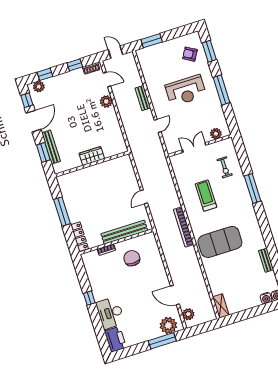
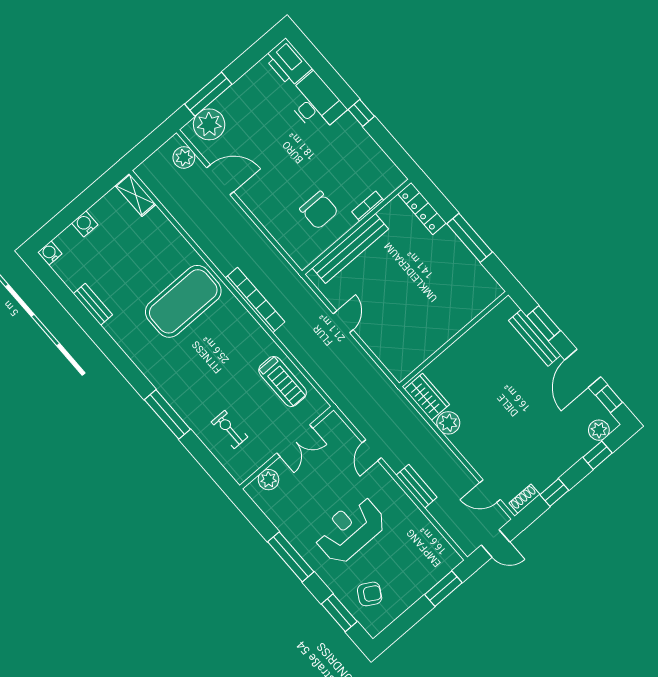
plant: (106, 102) -> (448, 423), moved
wardrobe: (92, 156) -> (427, 397), moved, turned -90
treadmill: (206, 196) -> (283, 381), moved
water cooler: (266, 298) -> (85, 224), moved

